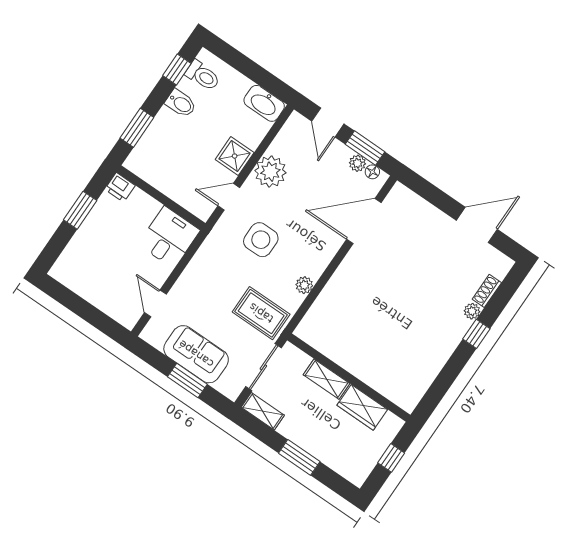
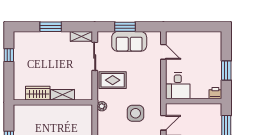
wall: (349, 378) -> (53, 102), moved
shelving: (327, 379) -> (63, 95), moved
wardrobe: (362, 407) -> (38, 93), moved

